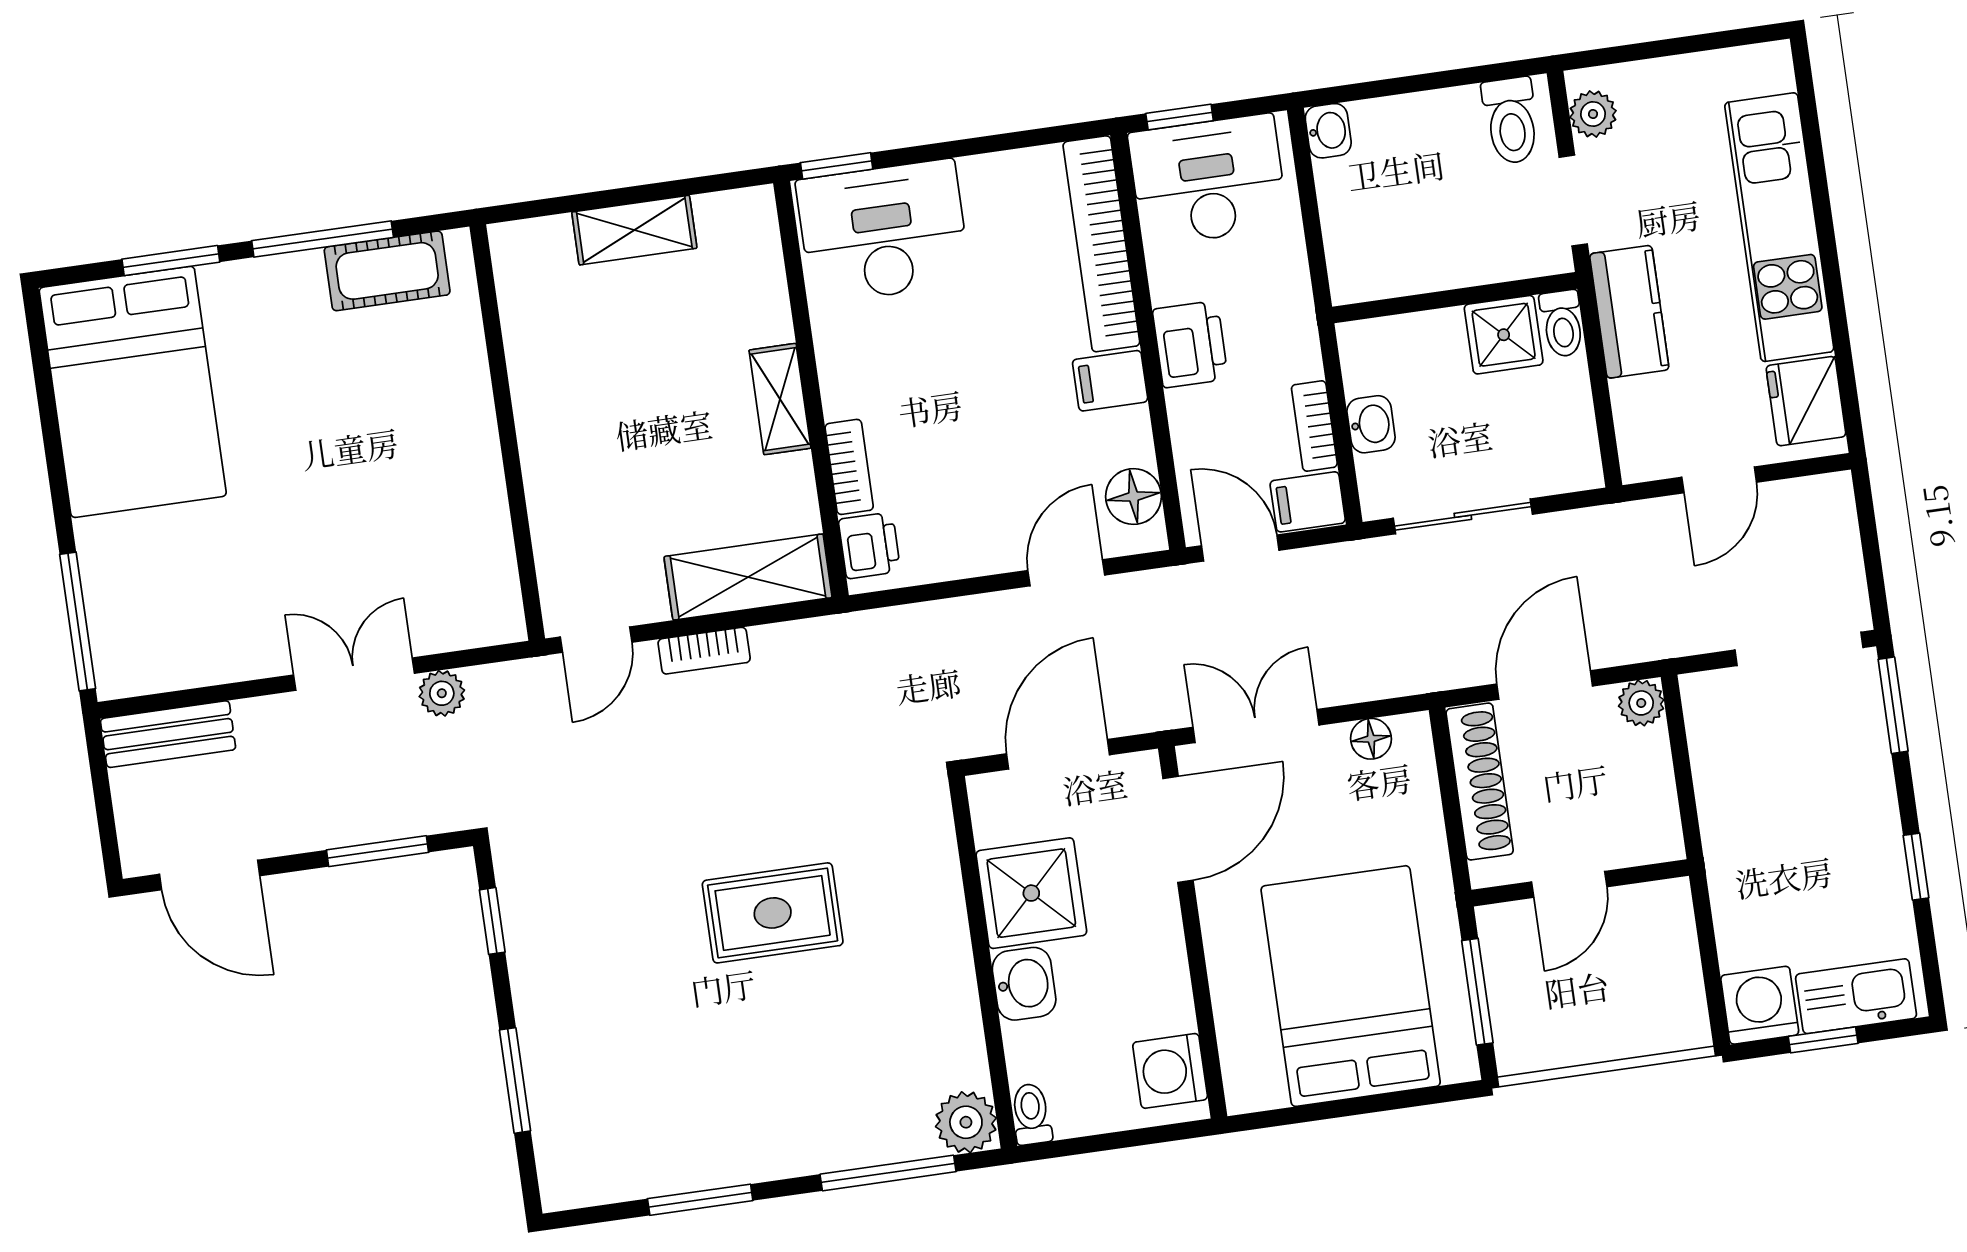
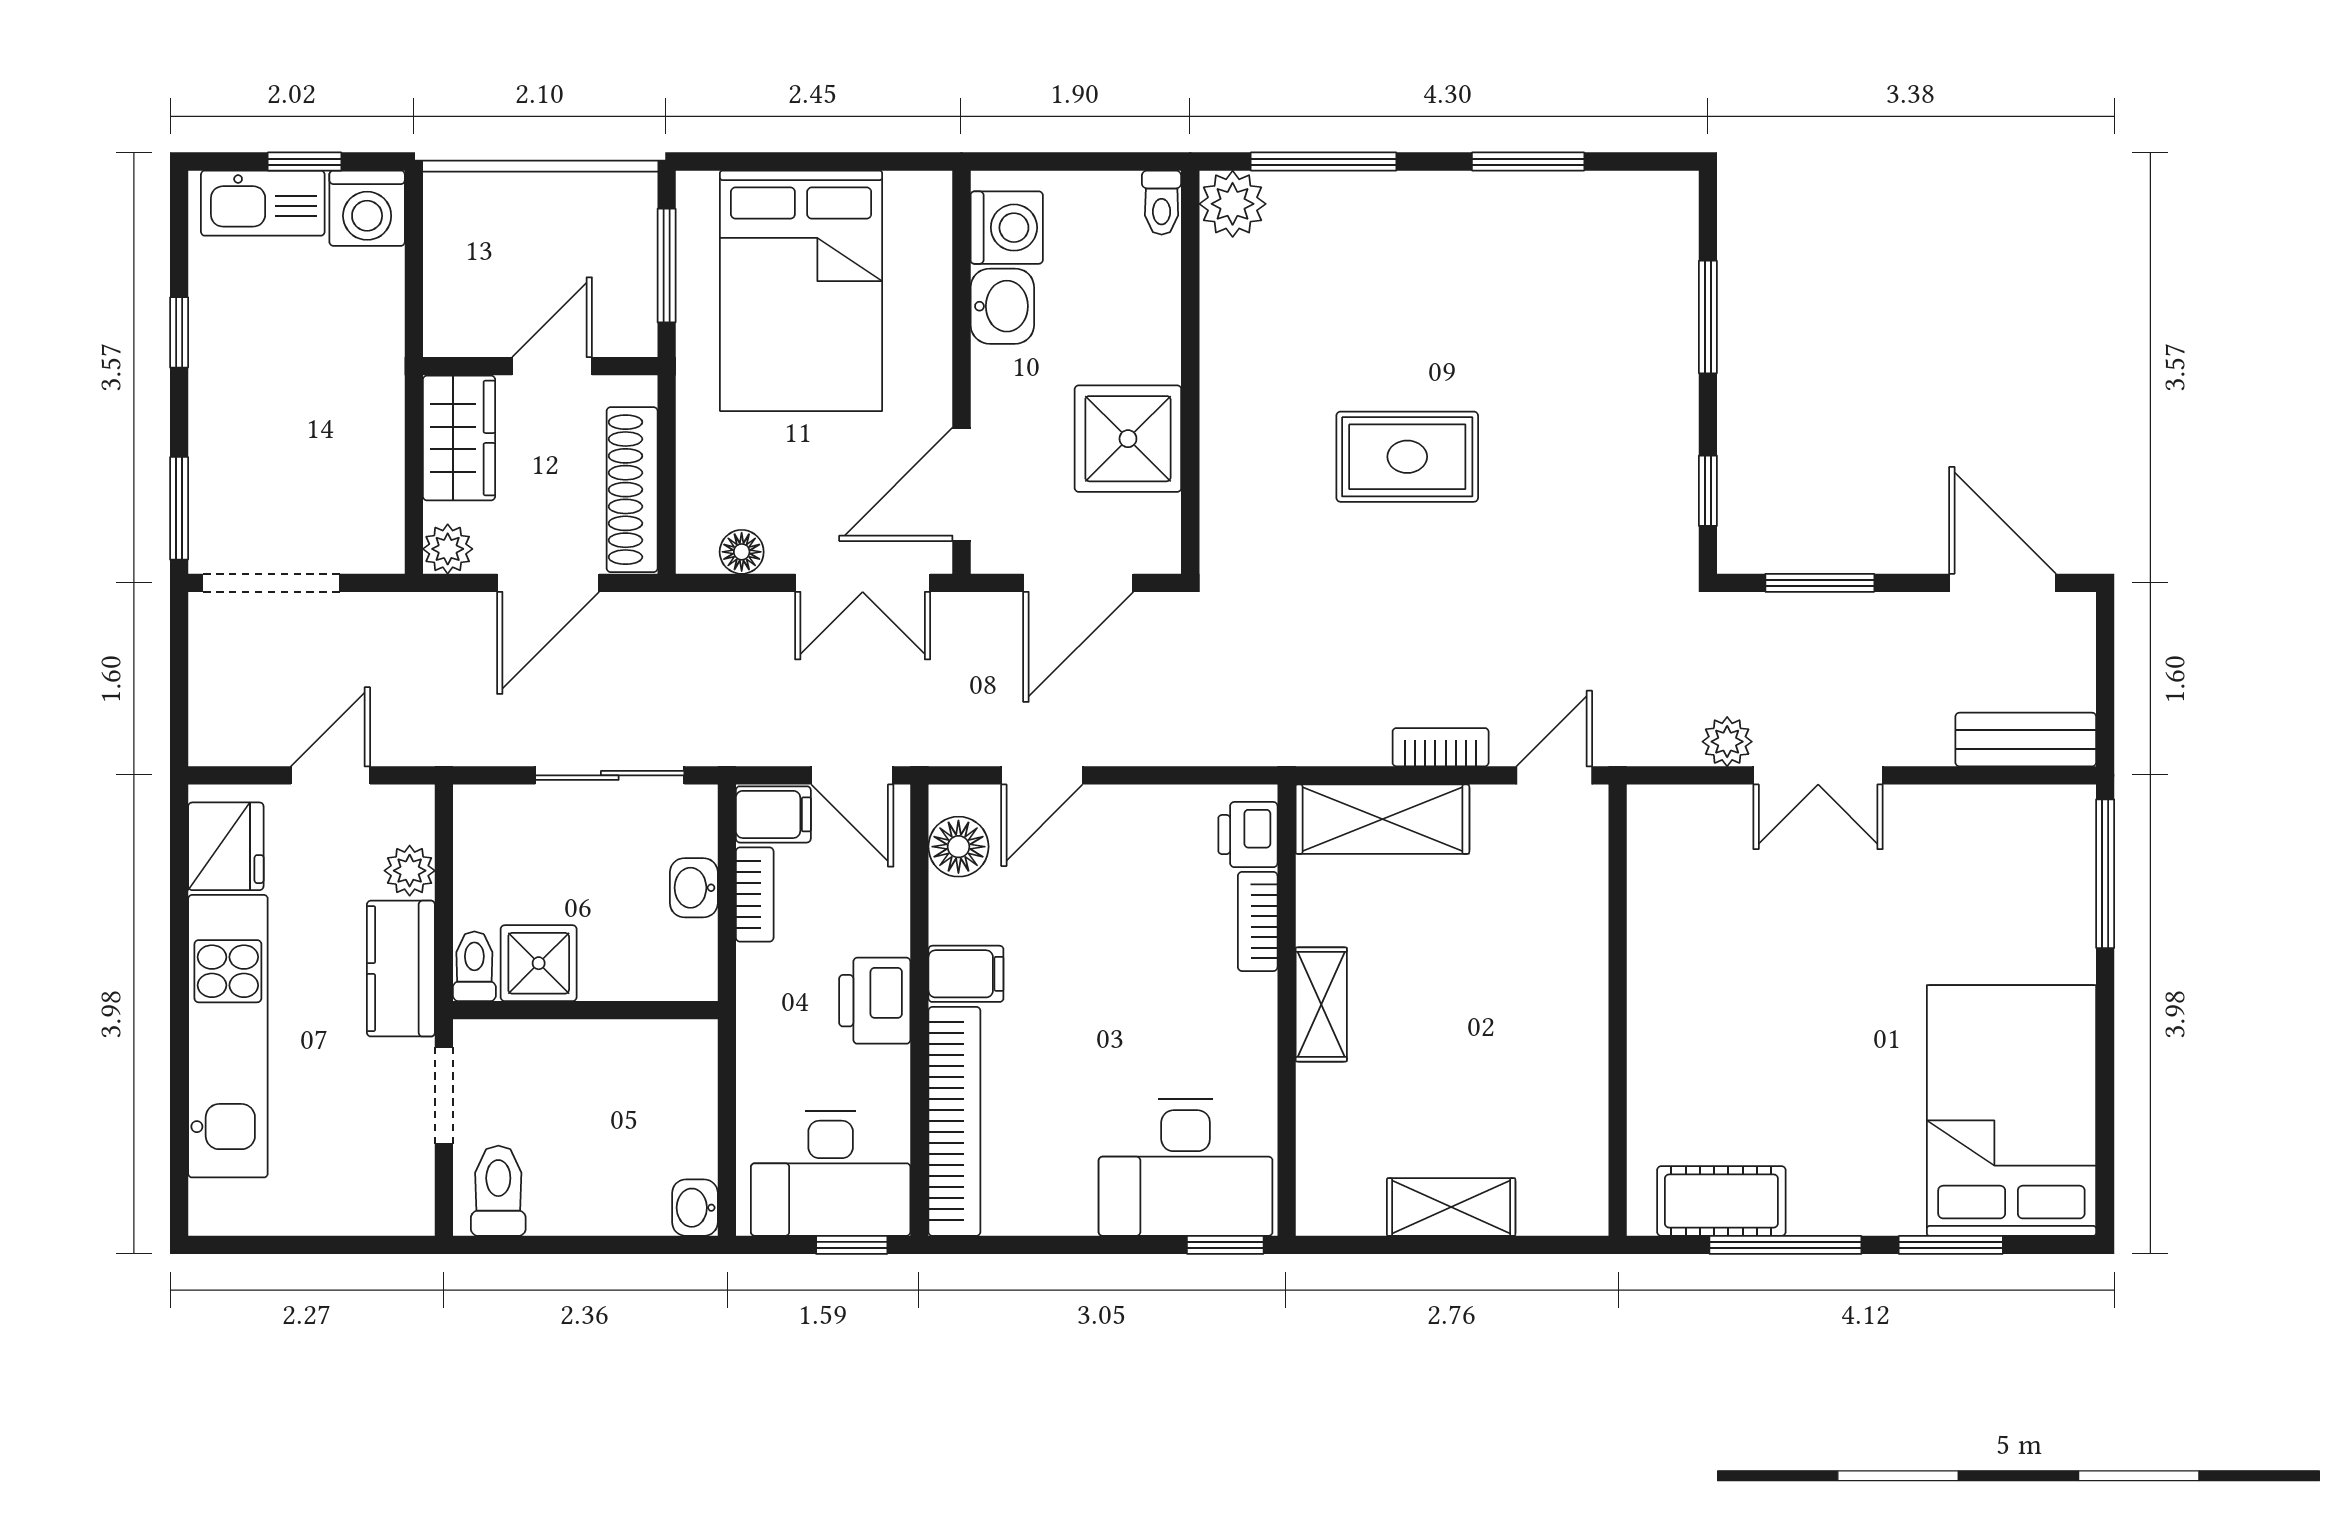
plant: (1593, 114) -> (410, 871), moved
wardrobe: (1645, 806) -> (459, 438), added
washbasin: (1024, 984) -> (1002, 306), moved, turned 180

